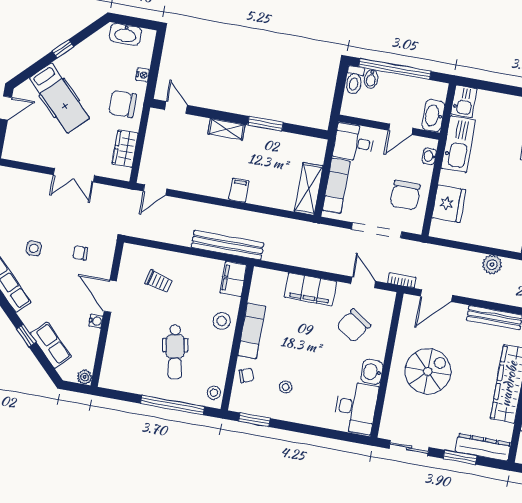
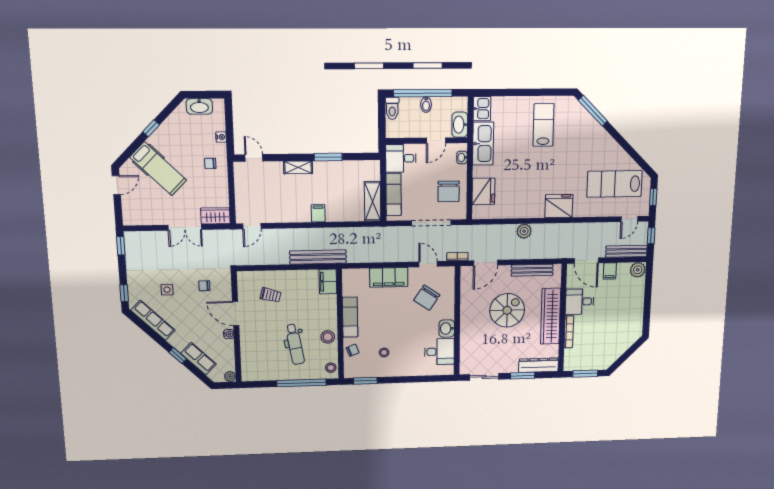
bidet: (371, 79) -> (426, 105), moved
chair: (123, 104) -> (210, 163), width x0.54, depth x0.54
wardrobe: (125, 149) -> (215, 216), moved, turned 90
stool: (222, 321) -> (328, 337), moved
spiral stairs: (428, 371) -> (507, 310), moved
desk: (356, 408) -> (439, 352), width x0.73

